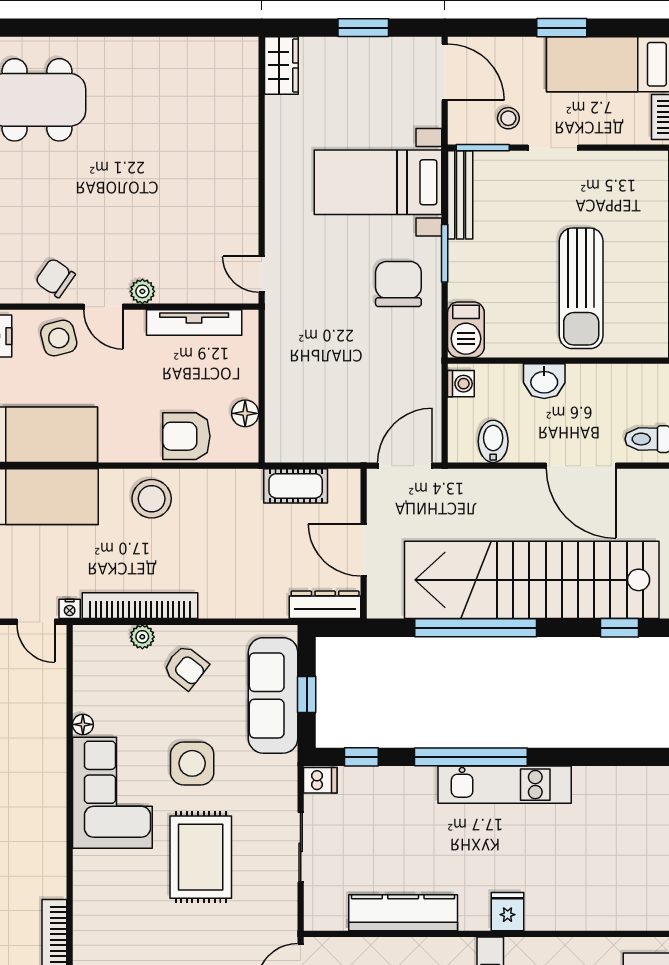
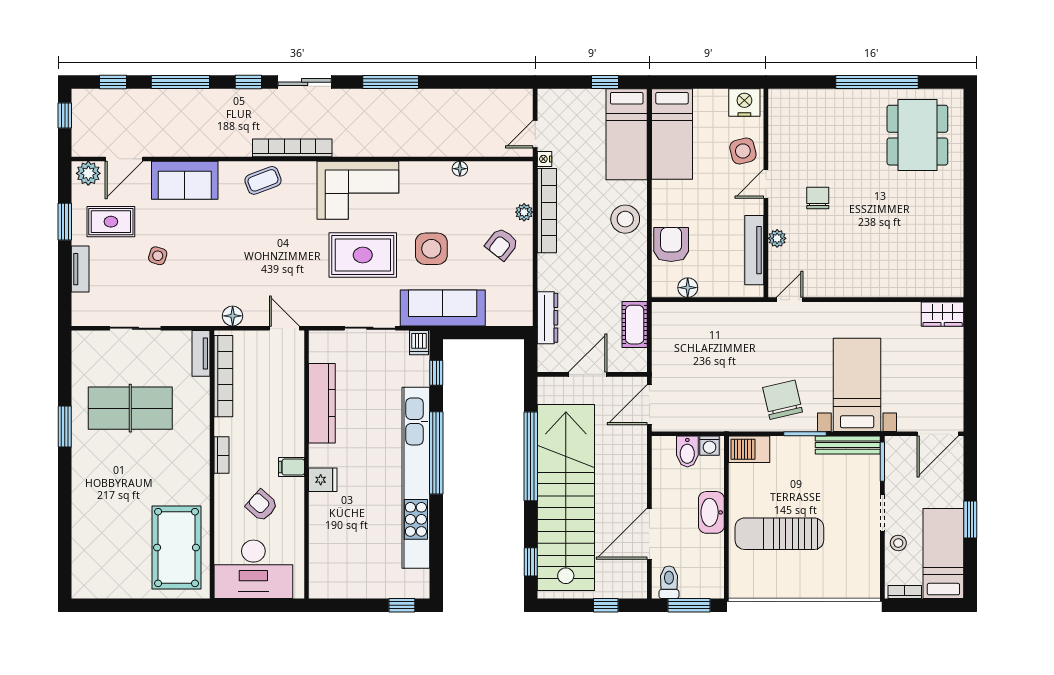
window: (363, 28) -> (970, 374), removed
stool: (508, 118) -> (898, 543), moved
chair: (55, 278) -> (818, 198), moved, turned -35
chair: (398, 284) -> (783, 400), turned -103
plant: (142, 291) -> (777, 238), moved
washbasin: (544, 381) -> (711, 512), width x1.38
bidet: (493, 441) -> (687, 452), moved, turned 90
door: (405, 466) -> (649, 405), swing flipped
dresser: (325, 605) -> (548, 318), moved
sofa: (273, 695) -> (443, 308), moved
window: (307, 695) -> (482, 333), removed
kitchen unit: (505, 785) -> (416, 478), width x1.86
corner sofa: (112, 793) -> (358, 190), moved

